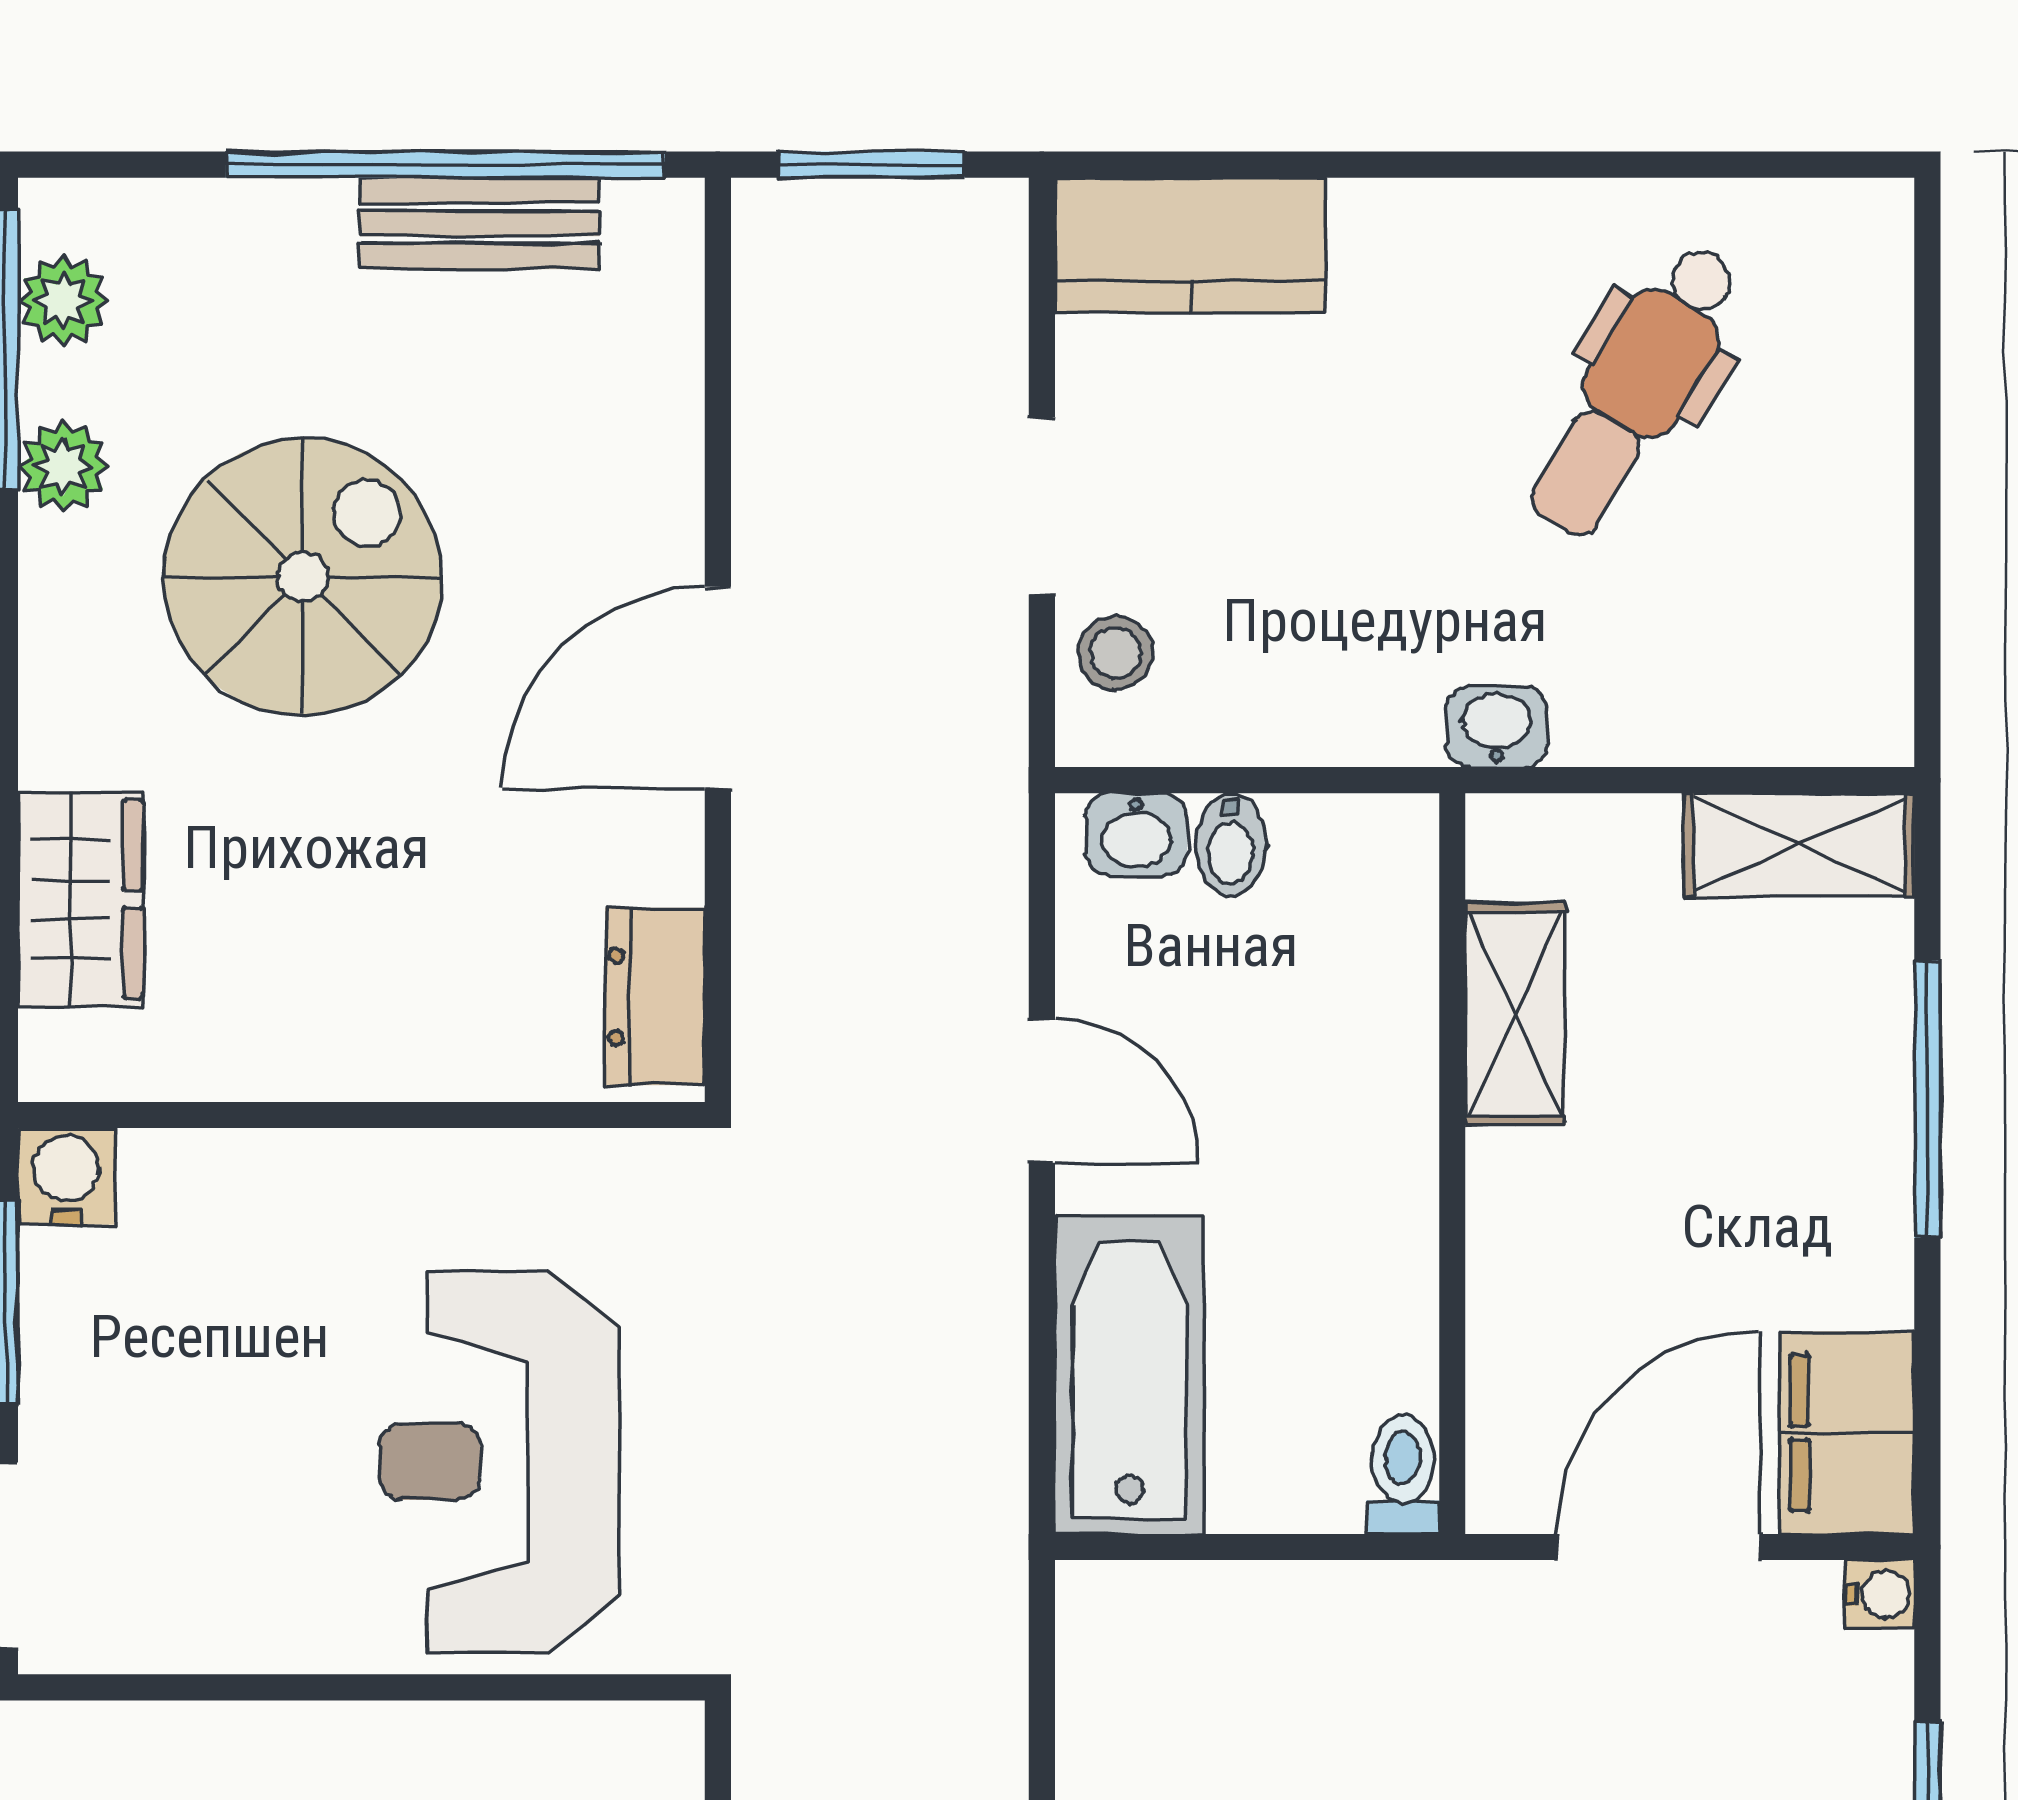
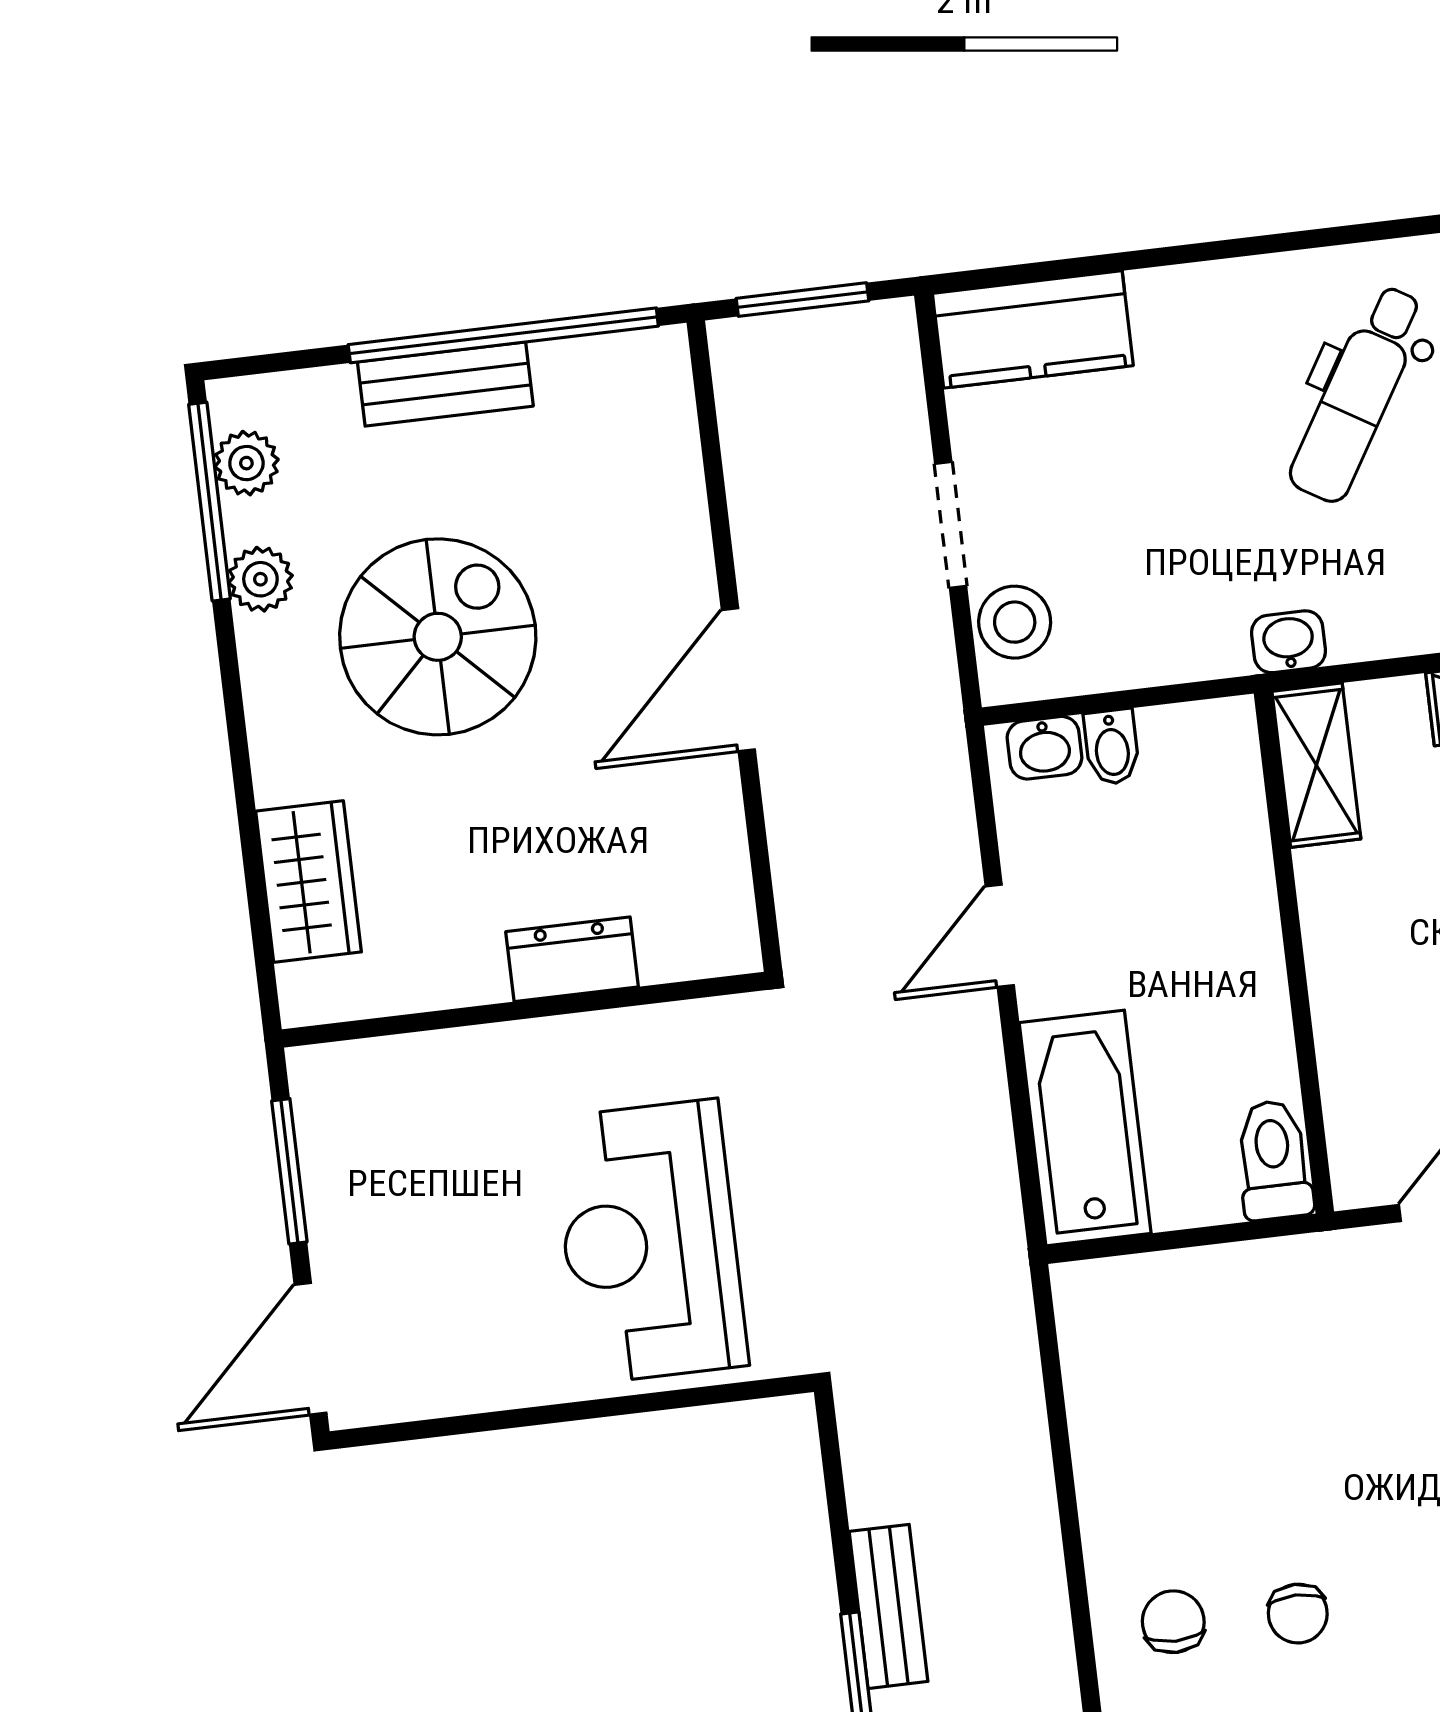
bench: (480, 223) -> (445, 384), moved
stool: (1115, 653) -> (1015, 622), width x1.37, depth x1.37
dresser: (655, 996) -> (572, 959), moved, turned 90
shelving: (1515, 1014) -> (1316, 765), moved
door: (1042, 1091) -> (1000, 936), swing flipped
water cooler: (66, 1176) -> (322, 1077), removed
toilet: (1403, 1475) -> (1274, 1160), width x1.37, depth x1.39

